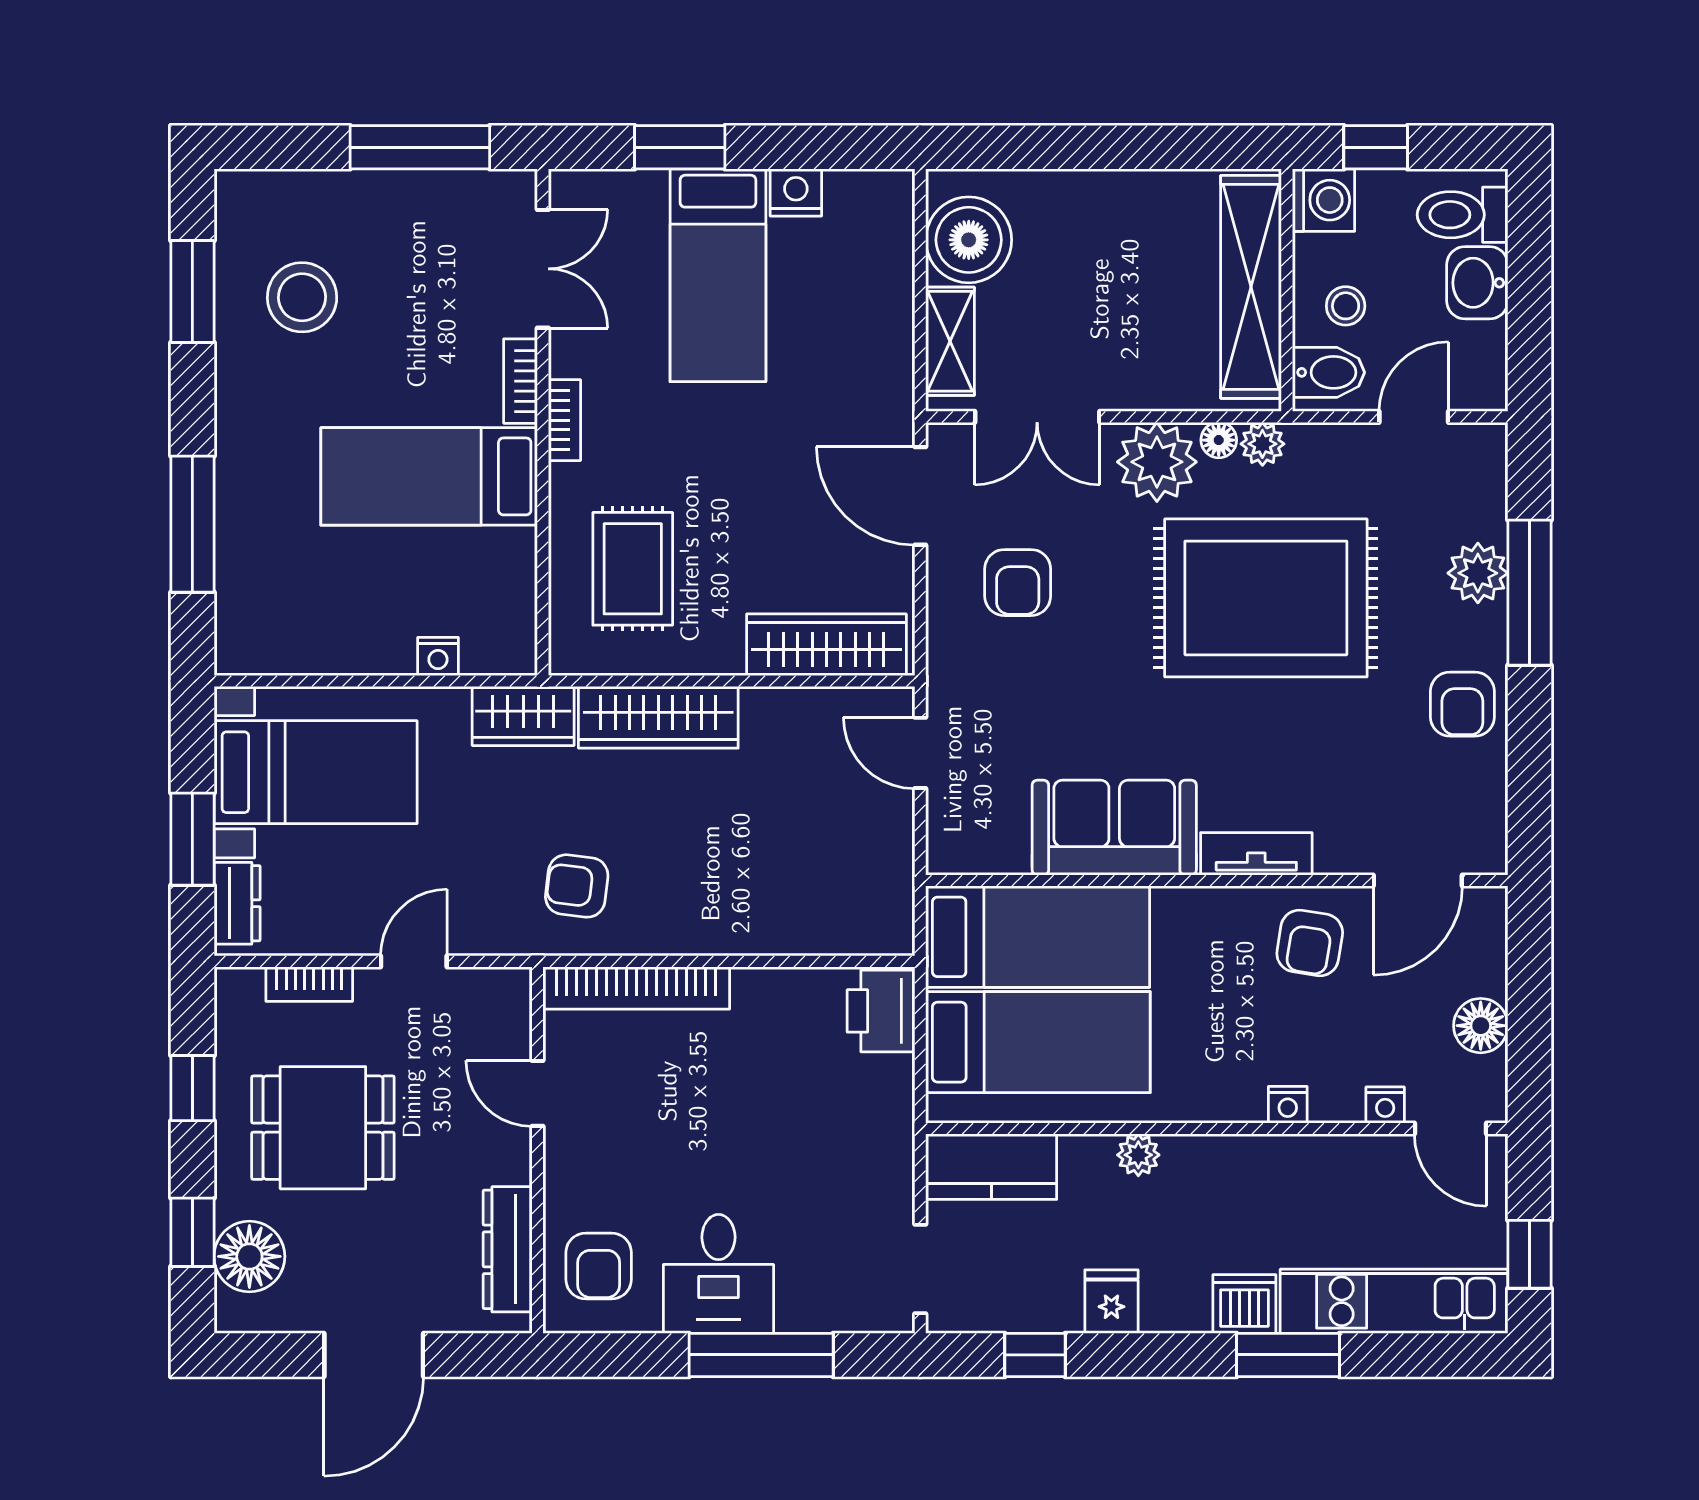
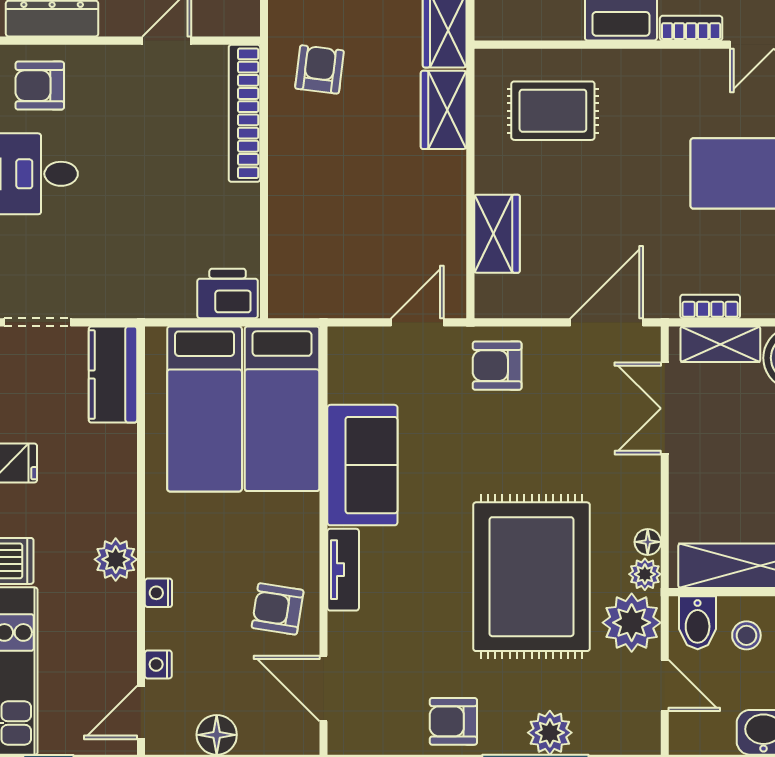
bookcase: (564, 420) -> (710, 306), moved, turned 180
plant: (1157, 462) -> (632, 623), moved
armchair: (1018, 583) -> (497, 366), moved
wardrobe: (826, 645) -> (497, 234), width x0.67
wardrobe: (658, 717) -> (444, 110), width x0.67
plant: (1138, 1155) -> (116, 559), moved, width x1.38, depth x1.38

